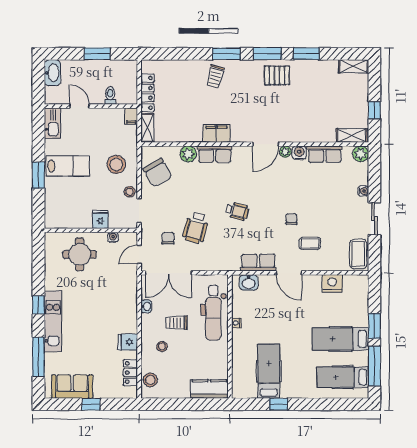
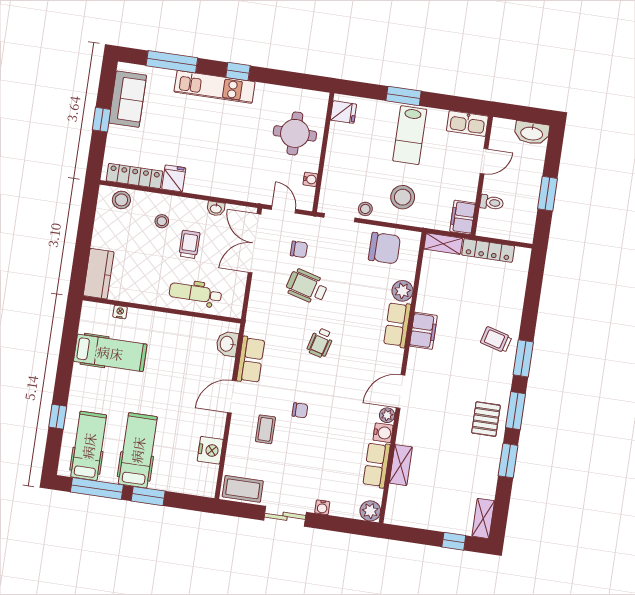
window: (374, 110) -> (454, 541), moved
filing cabinet: (131, 116) -> (463, 217), width x2.00
shelving: (352, 136) -> (401, 465), moved
door: (266, 144) -> (400, 392), hinge flipped
chair: (157, 173) -> (384, 248), turned -150
fridge: (100, 219) -> (343, 112), moved
dental chair: (213, 313) -> (195, 293), width x0.73, depth x0.72
nightstand: (236, 323) -> (120, 312), moved
locker: (130, 373) -> (134, 176), width x1.53
window: (279, 404) -> (58, 417), moved

